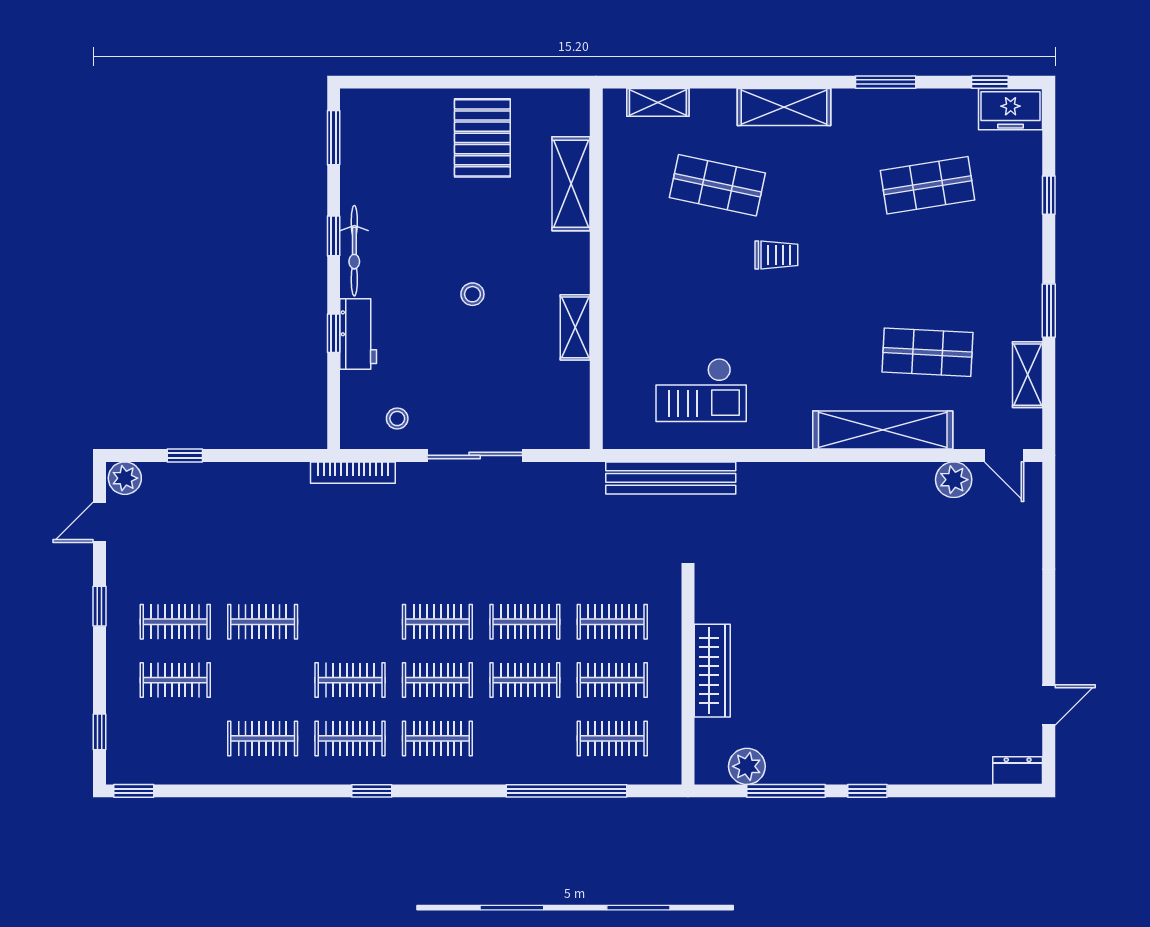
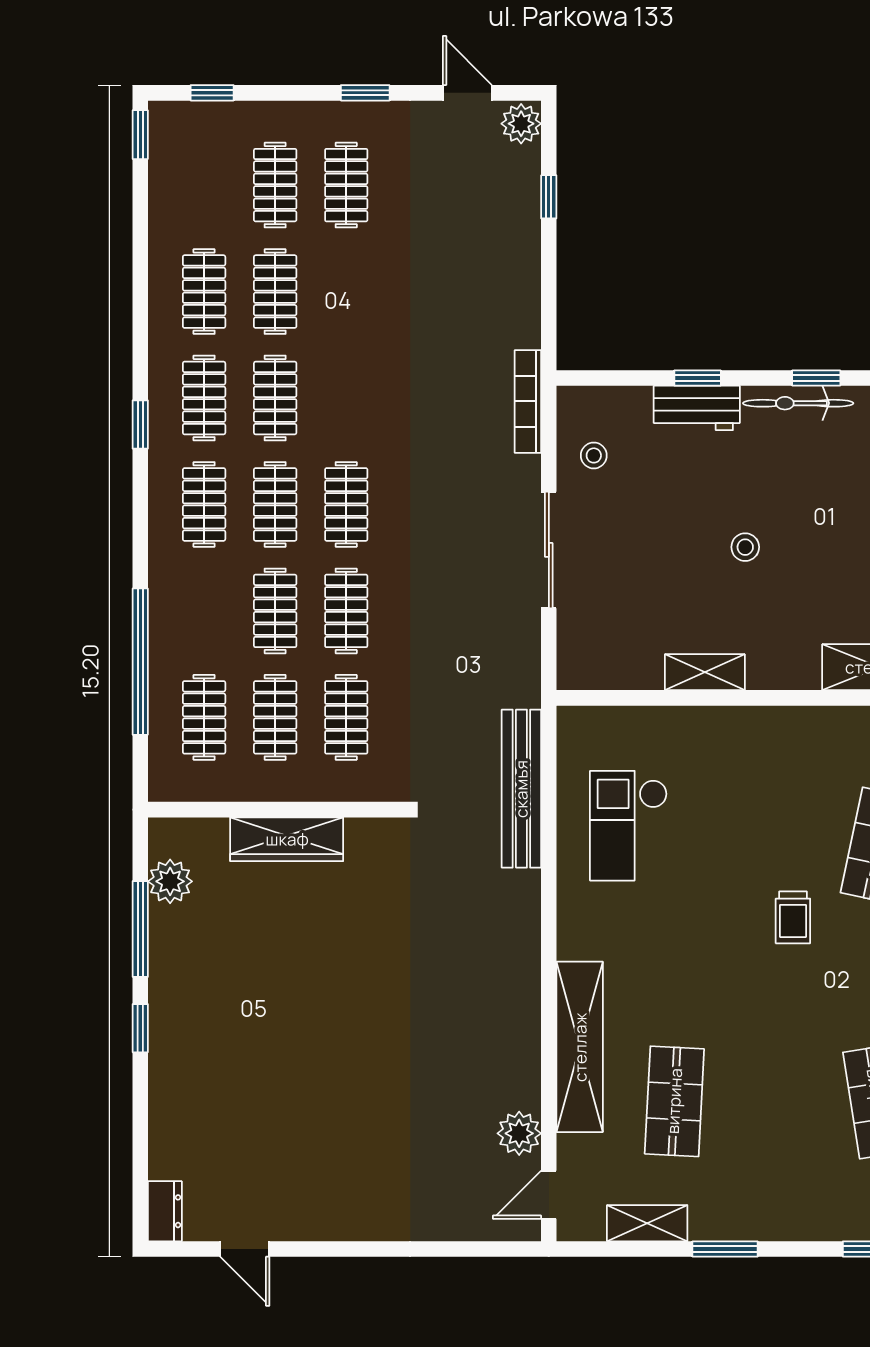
clothes rail: (263, 622) -> (275, 292), moved

